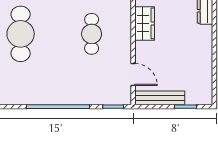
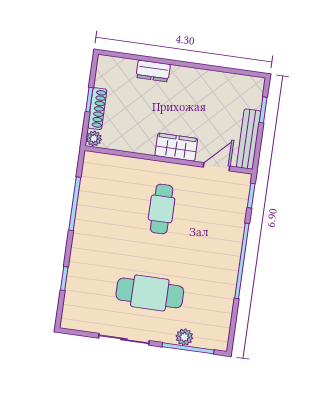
wardrobe: (145, 23) -> (176, 147), moved
cafe table: (92, 34) -> (162, 209), turned 90

